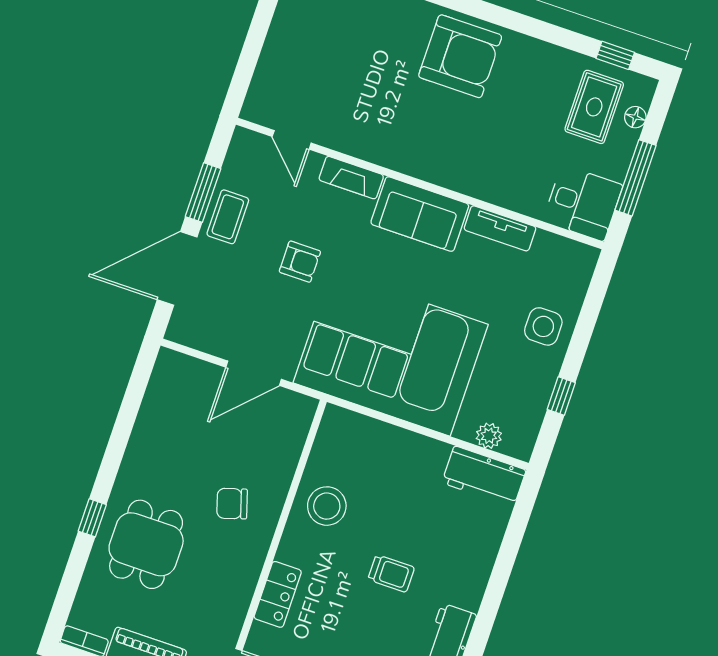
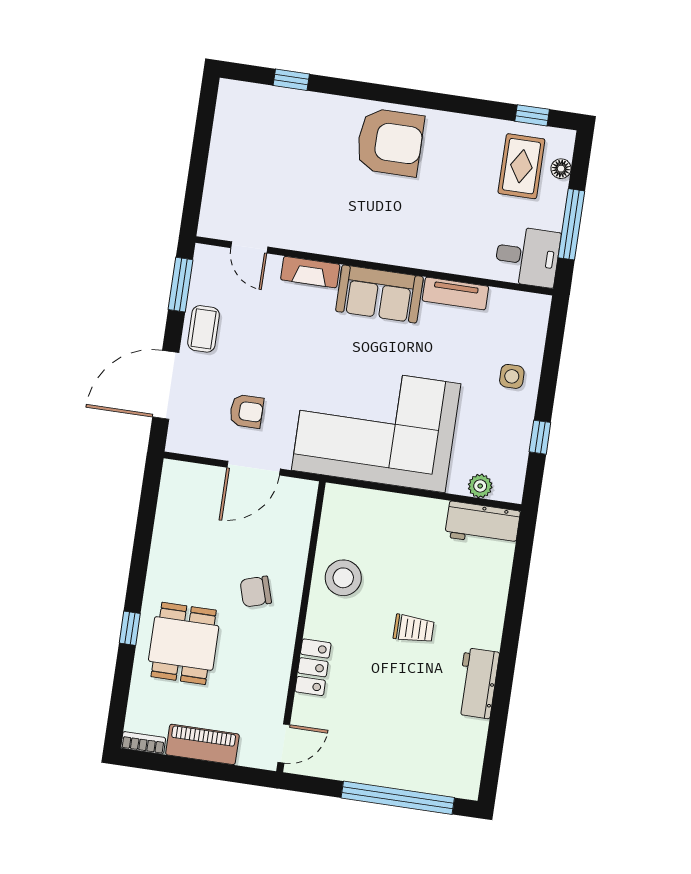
window: (203, 193) -> (180, 285), moved
armchair: (300, 262) -> (246, 411), moved
side table: (543, 326) -> (512, 376), width x0.73, depth x0.73

